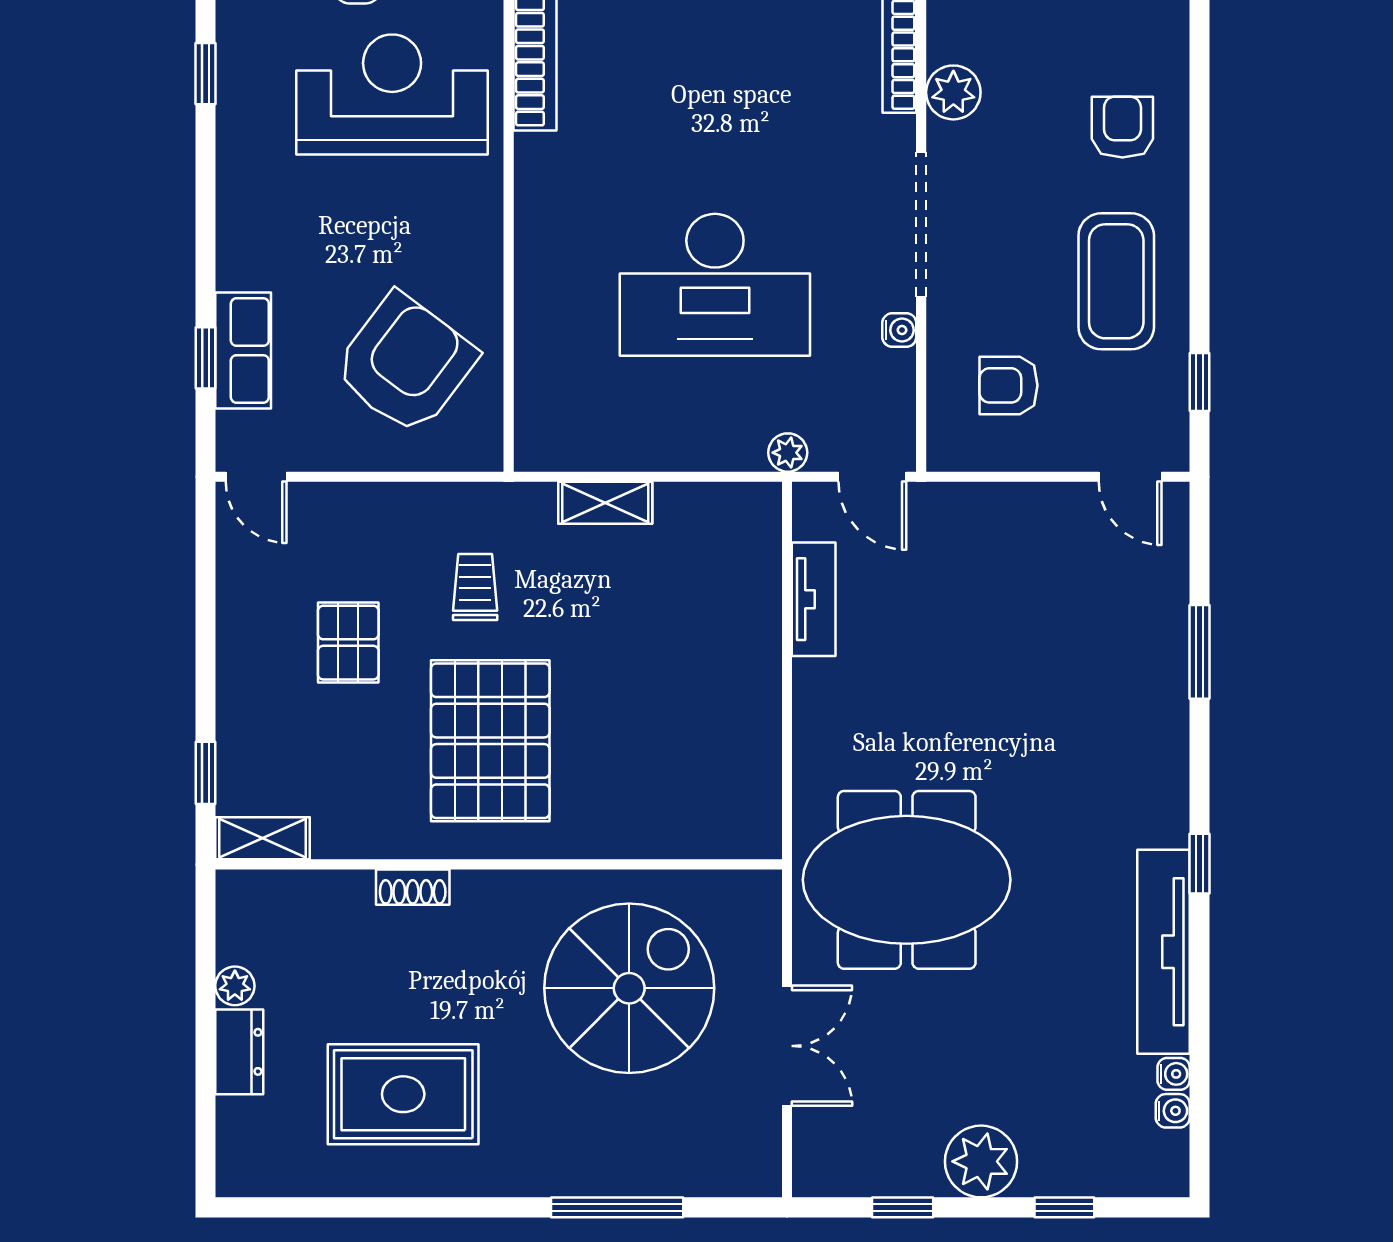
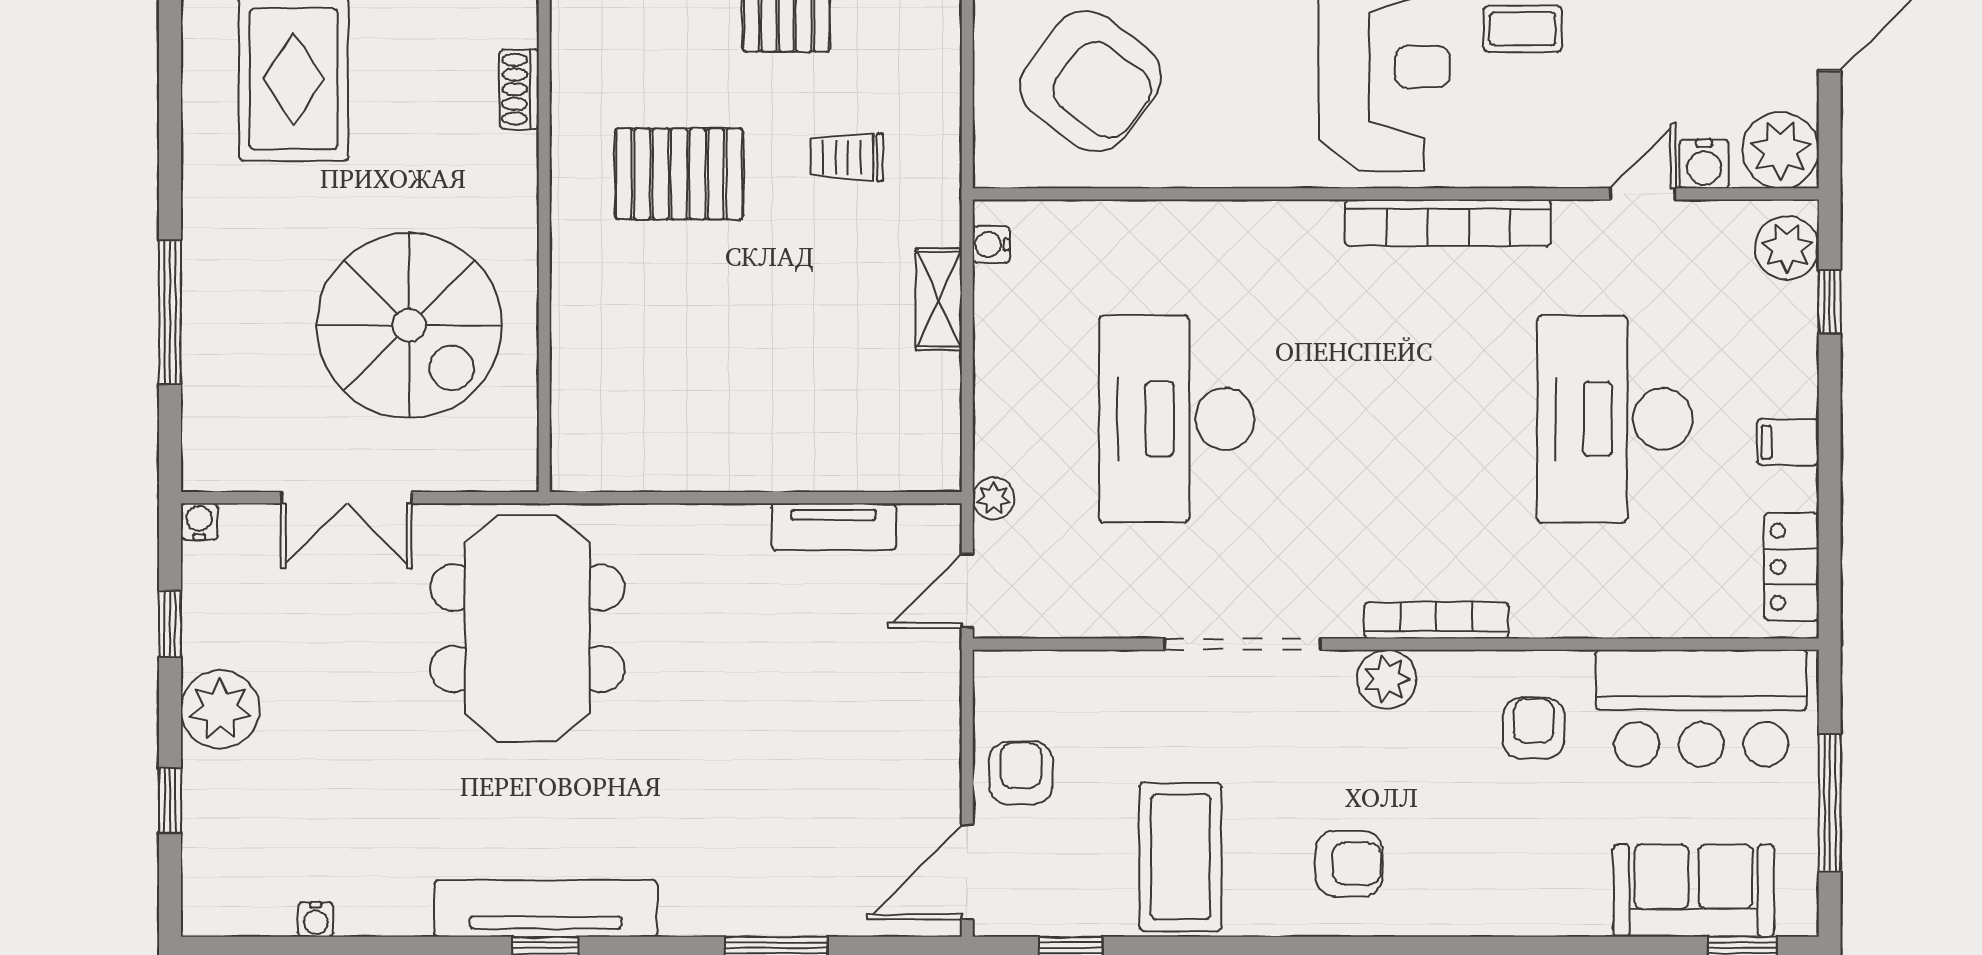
coffee table: (1116, 281) -> (1181, 857), turned 90
water cooler: (899, 330) -> (991, 244), moved, turned 90
armchair: (1008, 385) -> (1021, 773), moved
door: (1130, 477) -> (967, 872), width x1.38
trolley: (475, 587) -> (847, 157), turned 180
pallet: (490, 741) -> (679, 174), width x0.73, depth x0.71
tv unit: (1163, 952) -> (546, 908), moved
water cooler: (1173, 1111) -> (199, 521), moved, turned 180

